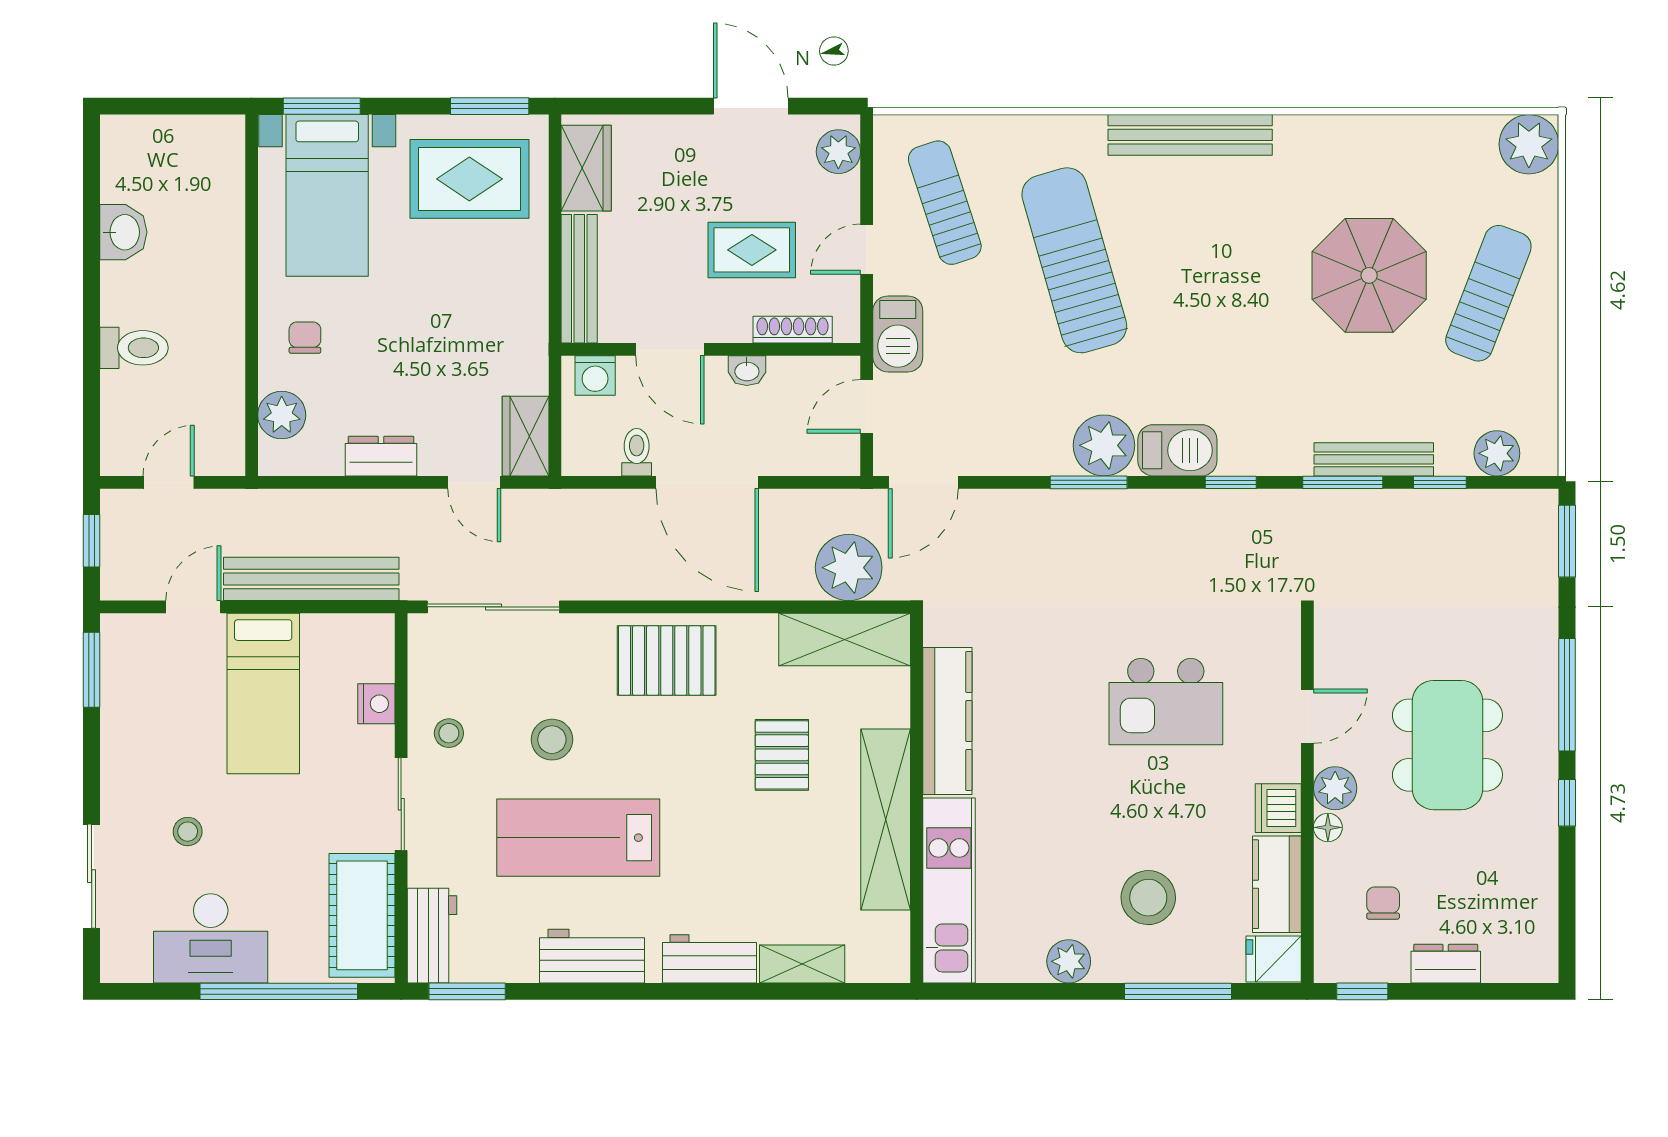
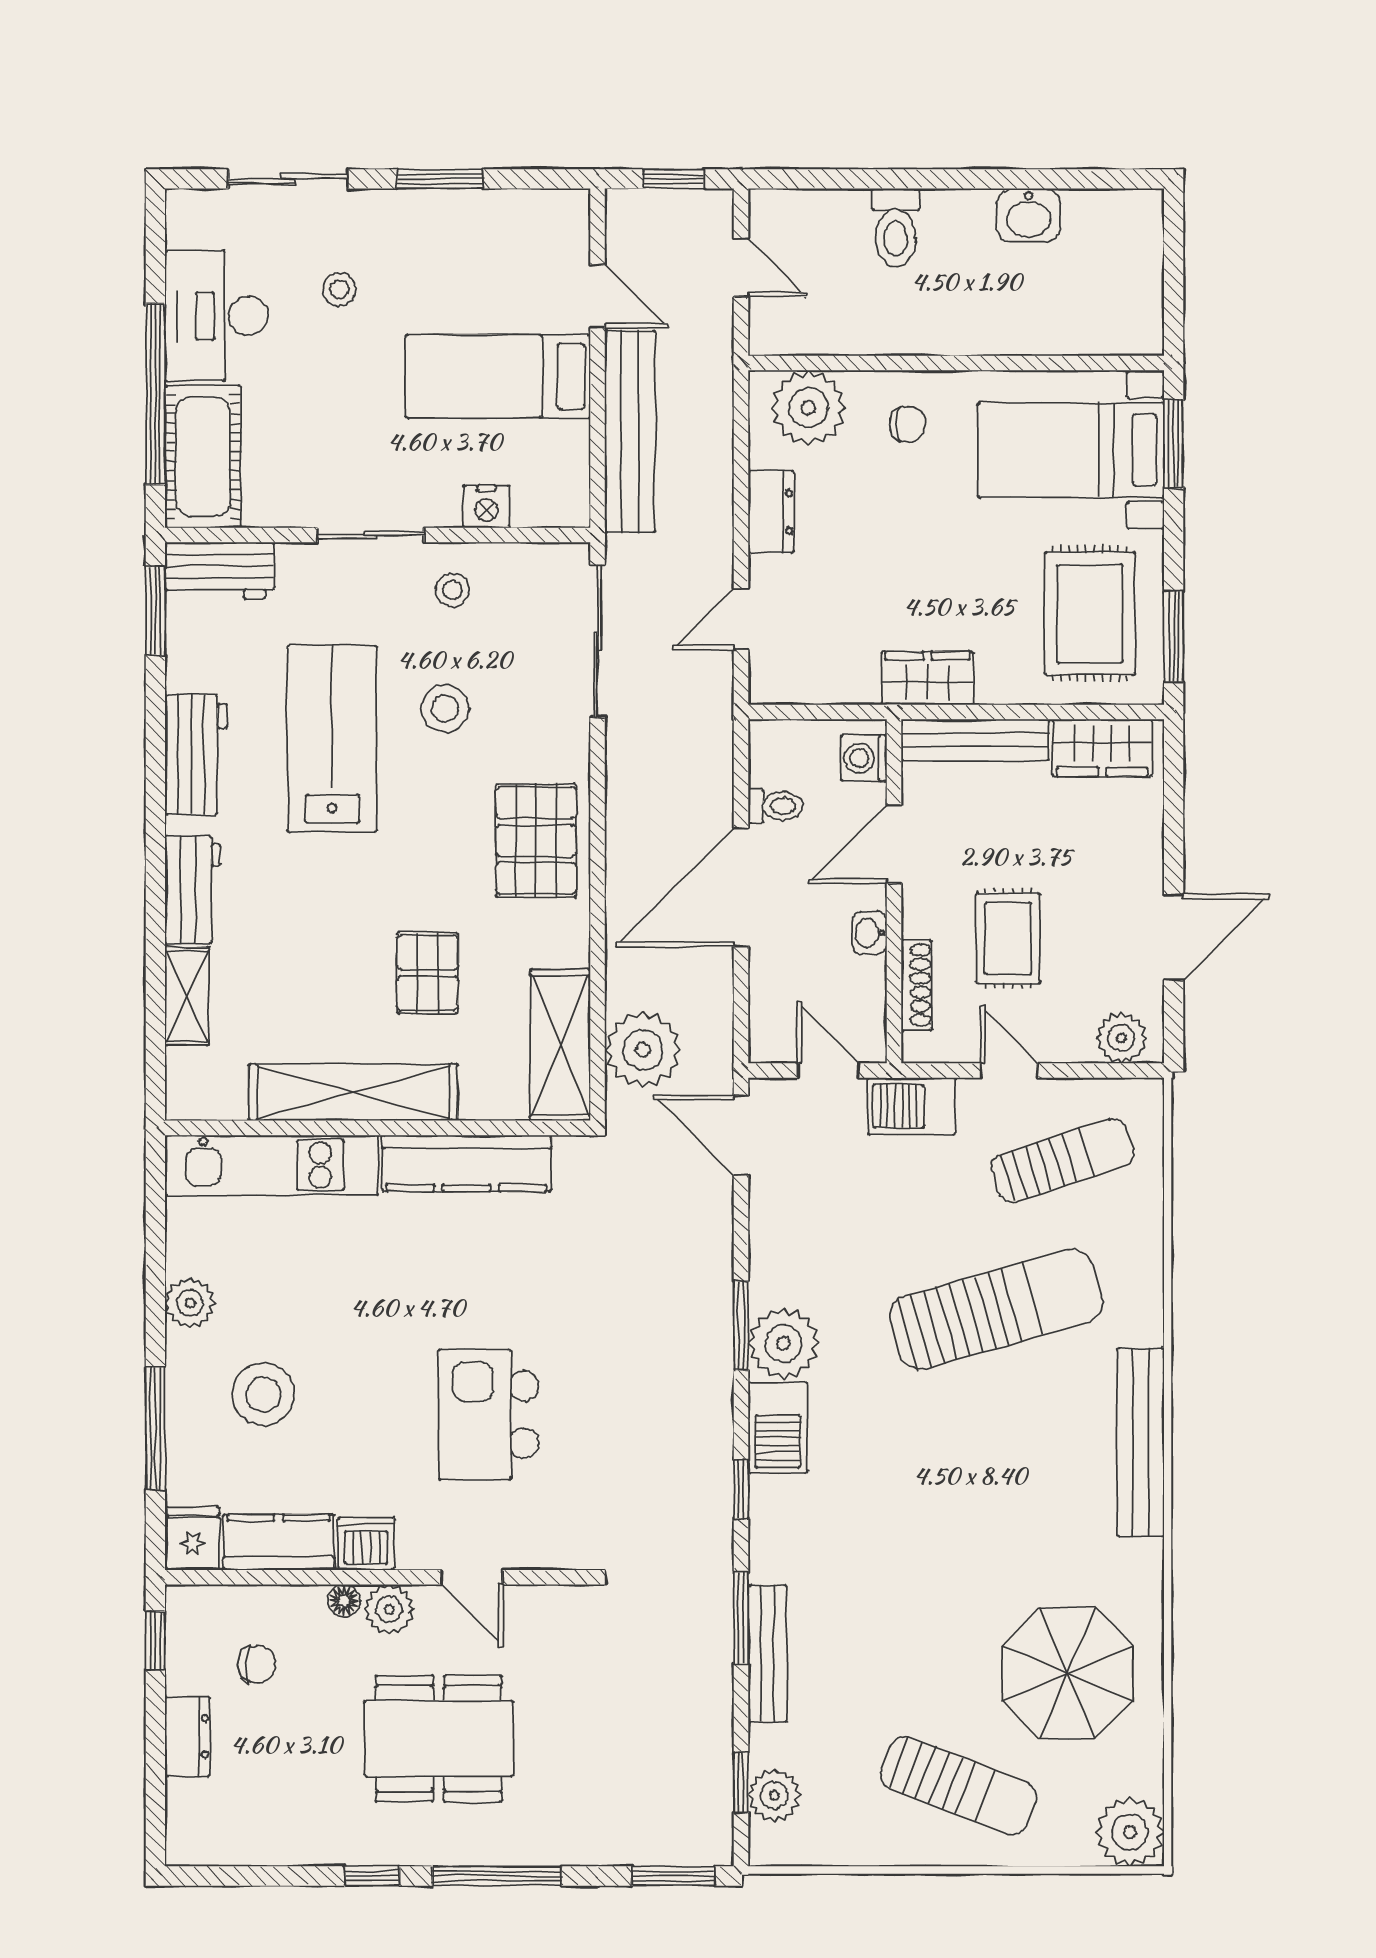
parasol: (1369, 275) -> (1067, 1673), moved
plant: (282, 415) -> (808, 408), width x1.36, depth x1.36
wardrobe: (526, 436) -> (927, 678), moved
window: (1440, 482) -> (741, 1782), moved
window: (92, 670) -> (440, 179), moved
pallet: (782, 755) -> (427, 973), turned 90
cot: (362, 915) -> (203, 457), moved, turned 90

